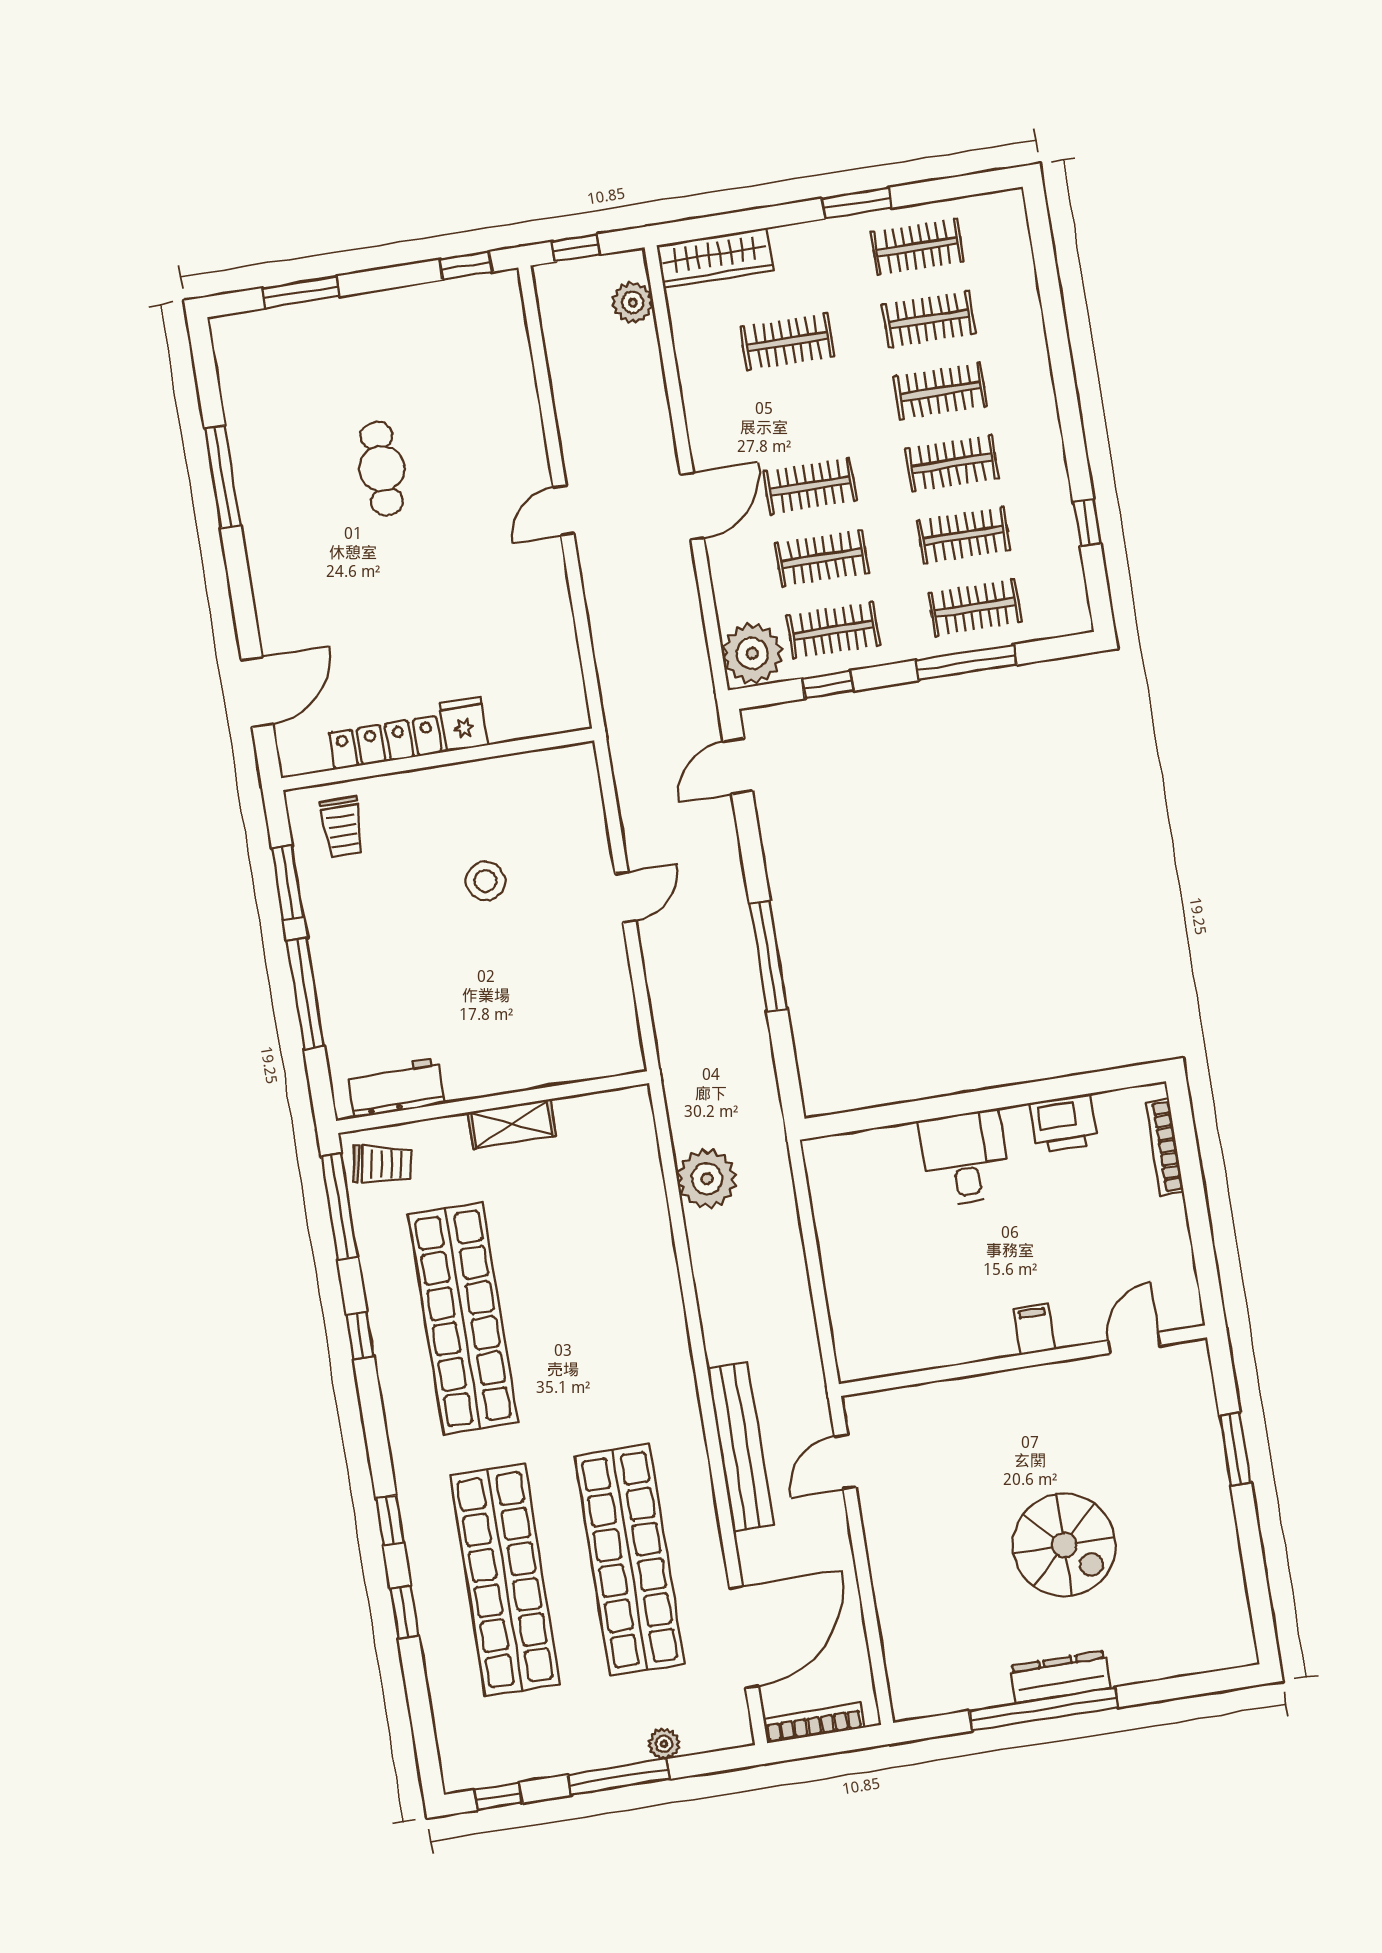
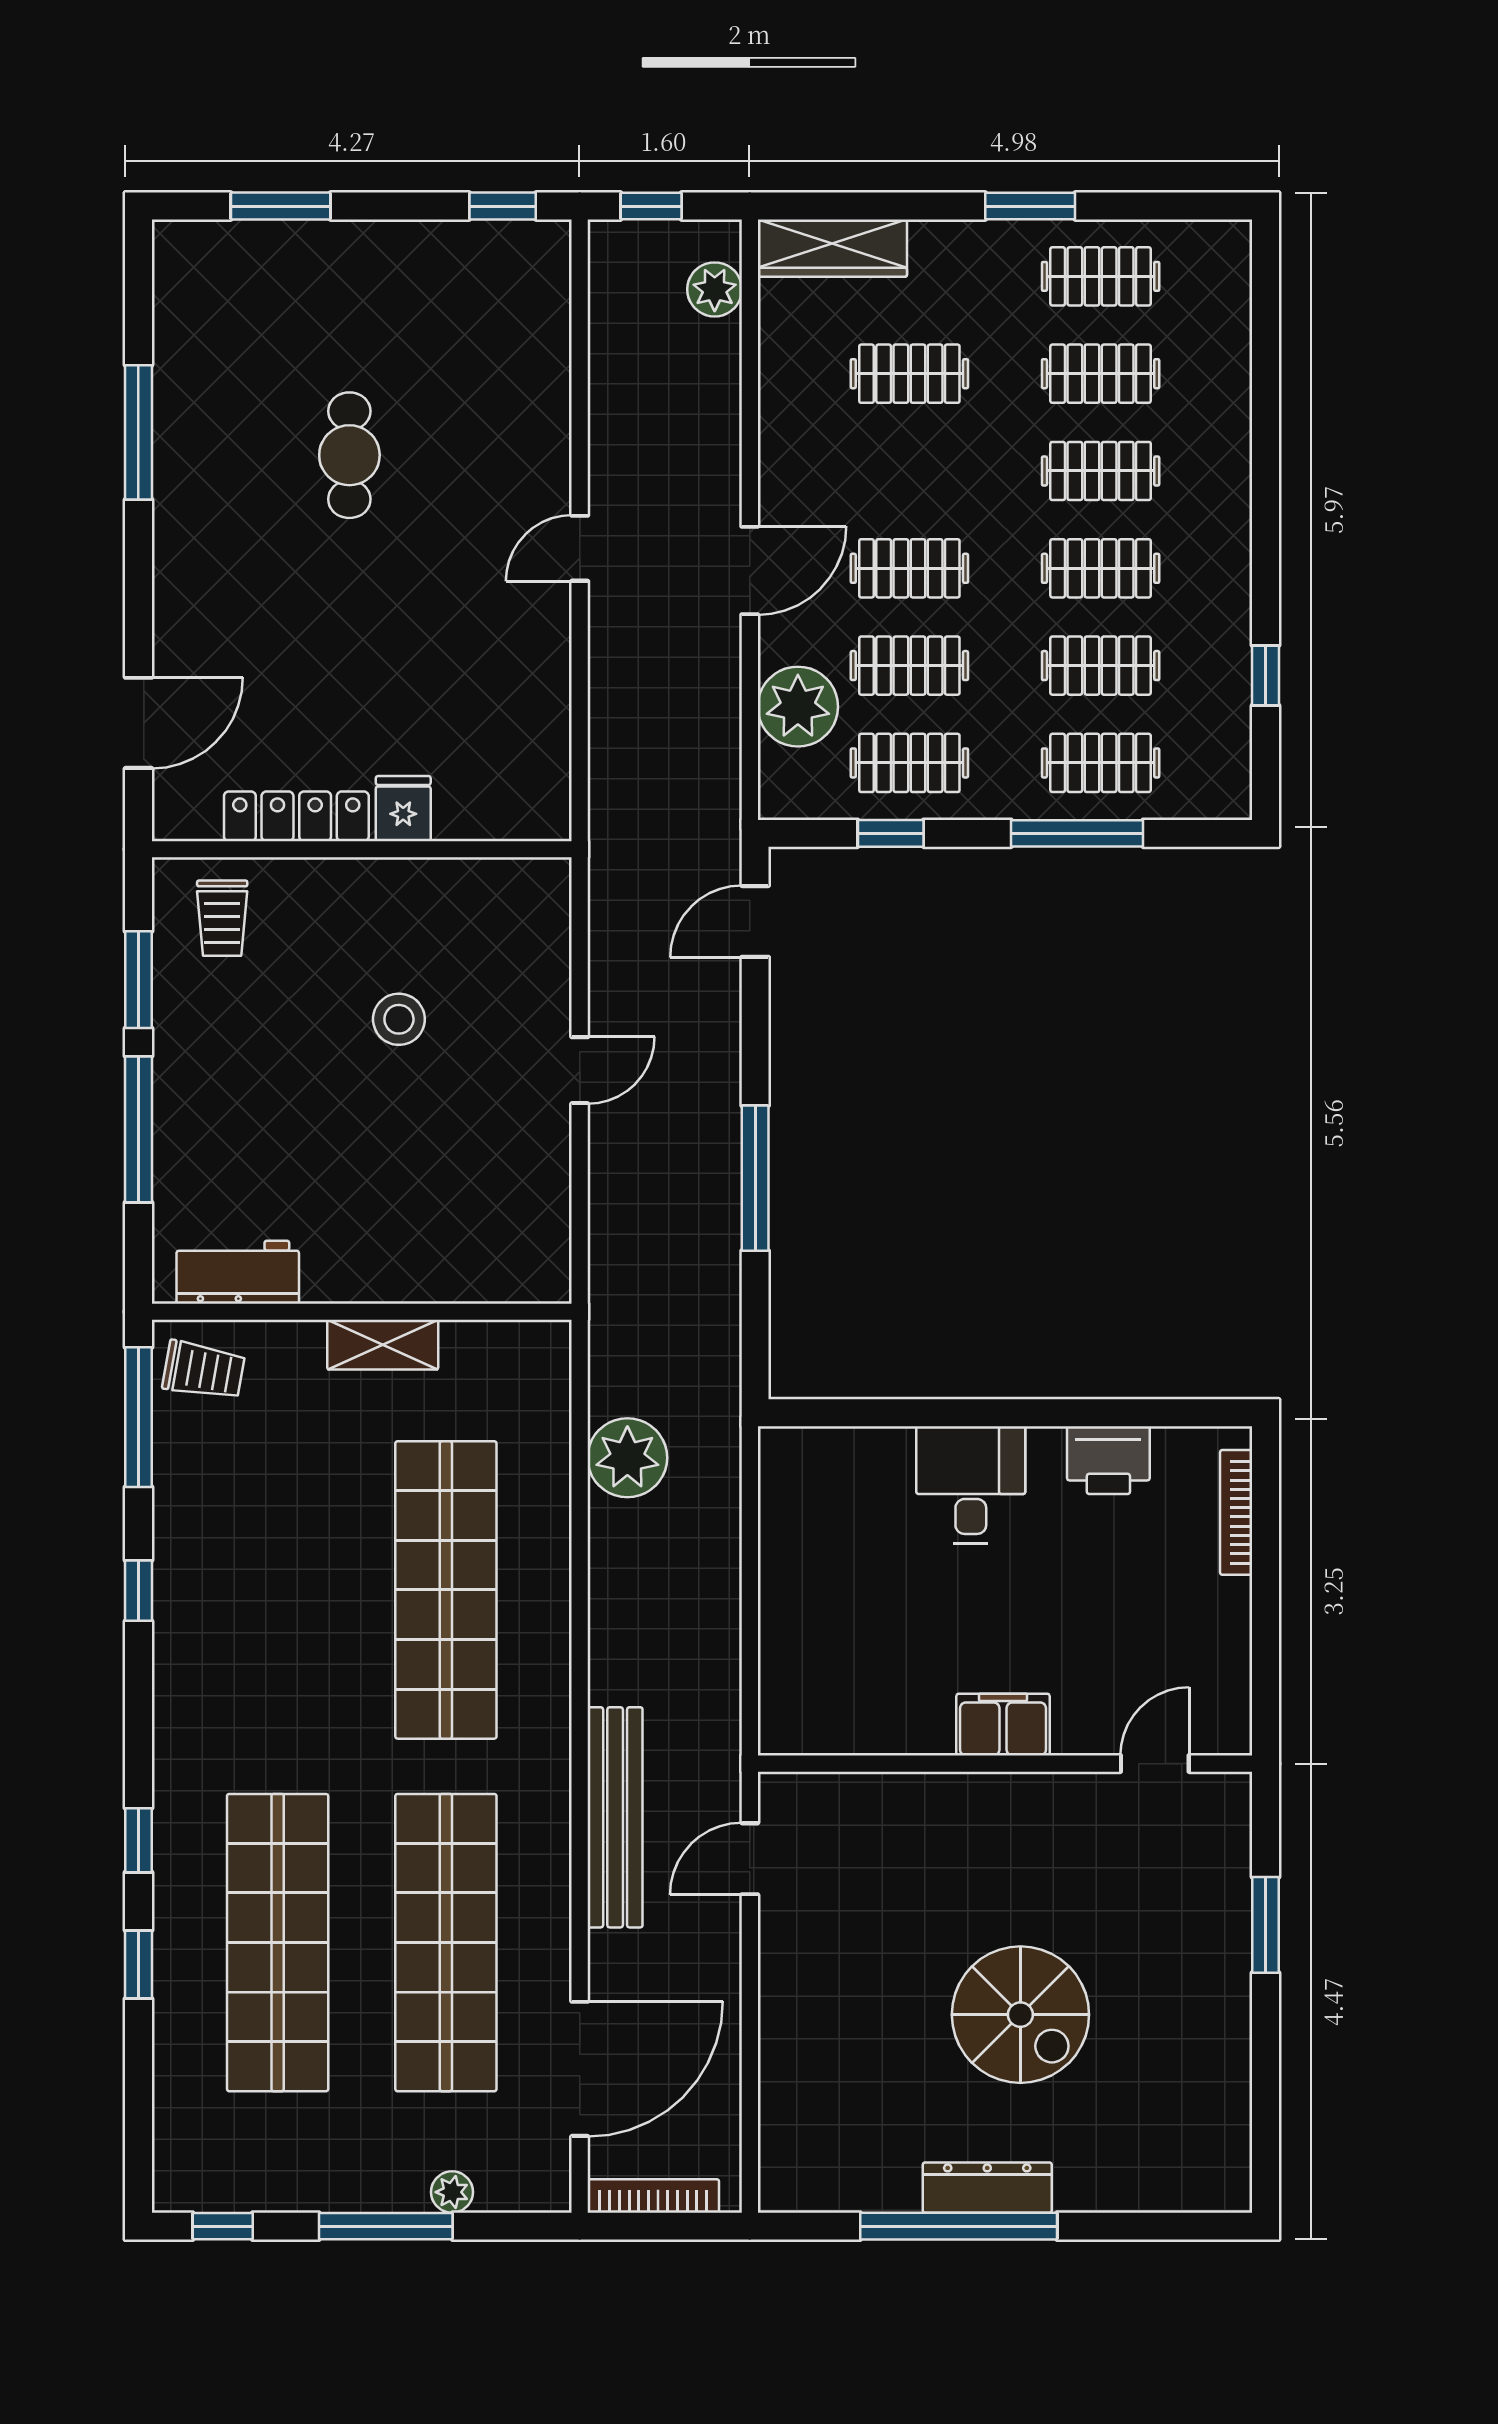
plant: (752, 653) -> (798, 707), moved
shop shelf: (463, 1318) -> (446, 1590), moved
filing cabinet: (1034, 1329) -> (1003, 1725), width x2.00

